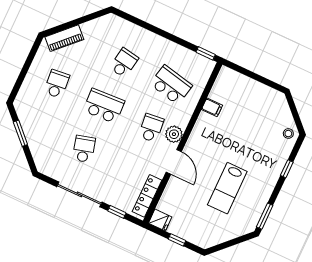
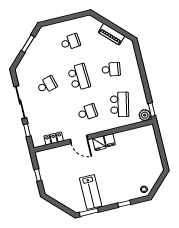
piano: (64, 38) -> (111, 34), moved
filing cabinet: (212, 107) -> (110, 140), moved
plant: (174, 134) -> (145, 115), moved
door: (174, 162) -> (79, 139), hinge flipped
lab bench: (227, 188) -> (91, 192), moved, turned -90
locker: (147, 196) -> (54, 138), width x0.66
fridge: (160, 220) -> (99, 143), moved

